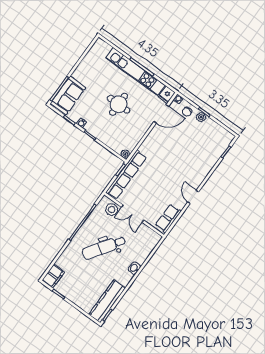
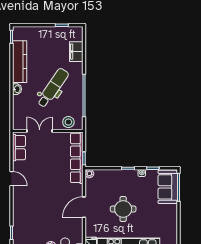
door: (161, 114) -> (84, 207), moved
double door: (133, 214) -> (40, 131), moved
filing cabinet: (53, 276) -> (76, 52), moved
kitchen counter: (107, 301) -> (20, 62), moved

